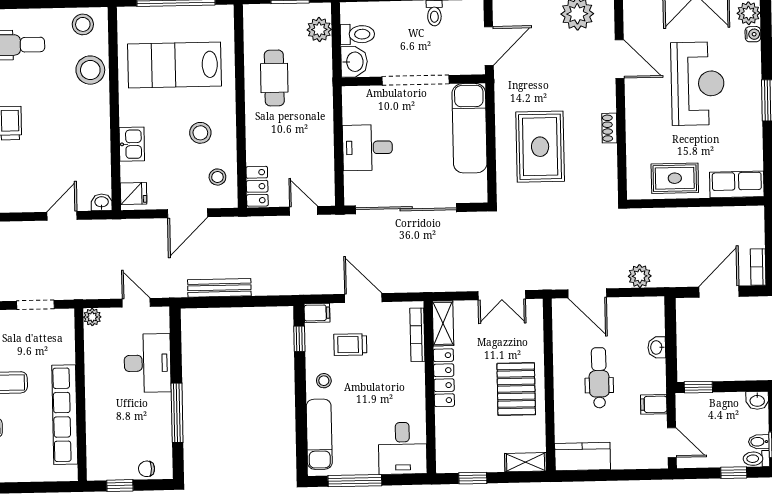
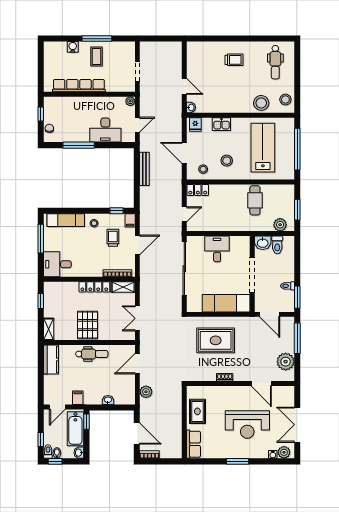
door: (620, 59) -> (261, 384), hinge flipped
cafe table: (274, 78) -> (255, 200), turned 90
dental chair: (599, 378) -> (92, 354), moved
pallet: (516, 389) -> (88, 325), turned 90
bathtub: (712, 408) -> (75, 429), added

